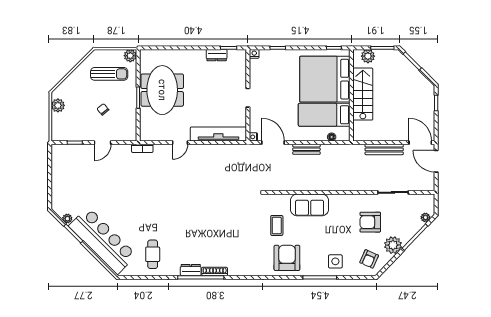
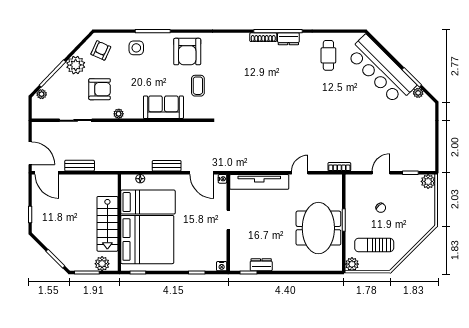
plant: (58, 105) -> (428, 181), moved
bench: (384, 149) -> (80, 166), width x0.73
plant: (352, 199) -> (119, 114), added

